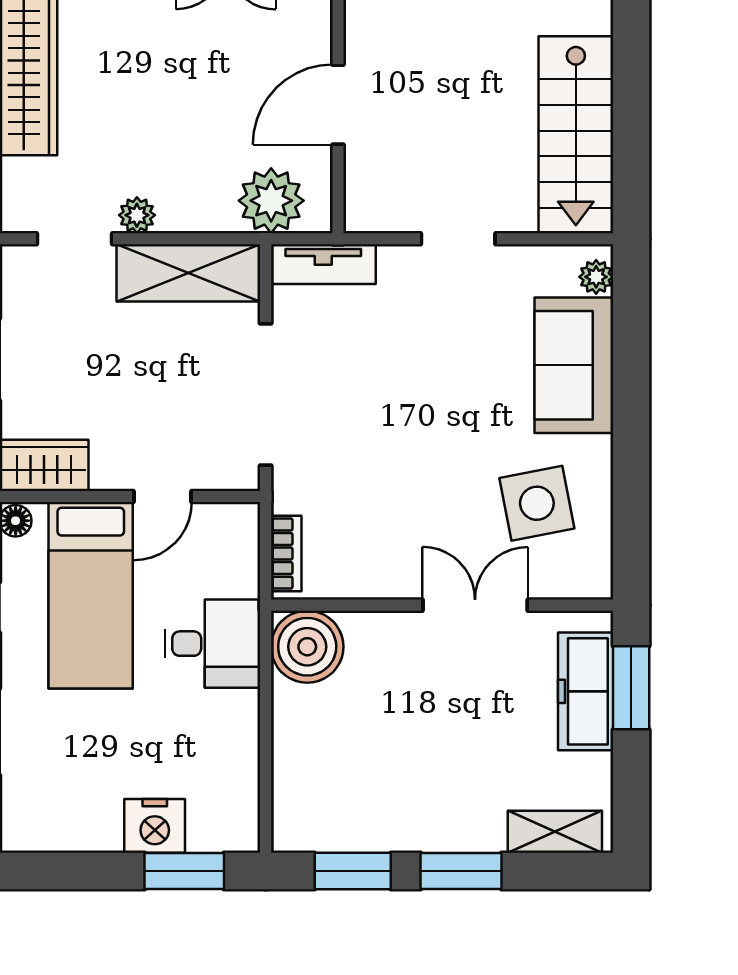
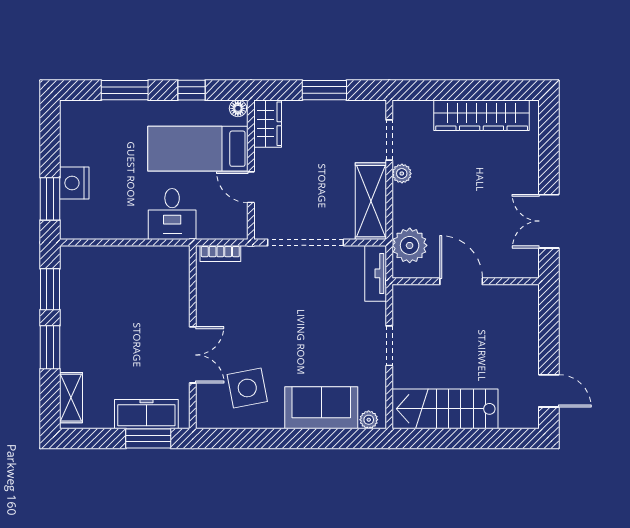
boiler: (307, 647) -> (170, 265), removed

